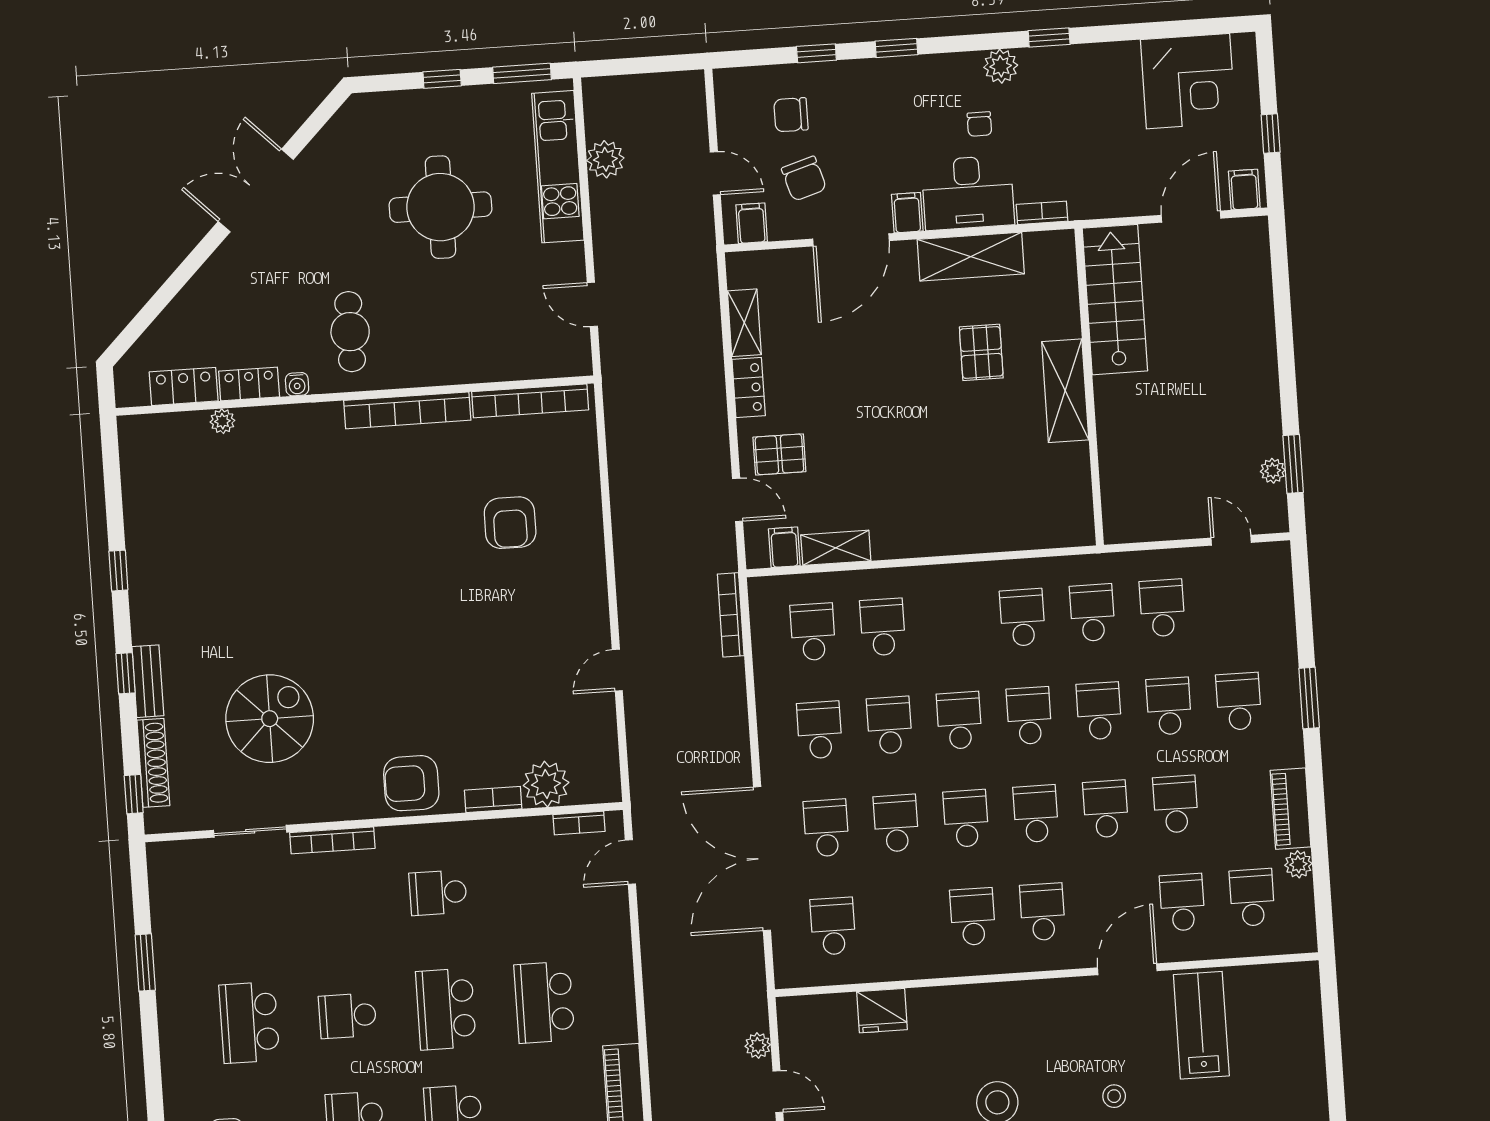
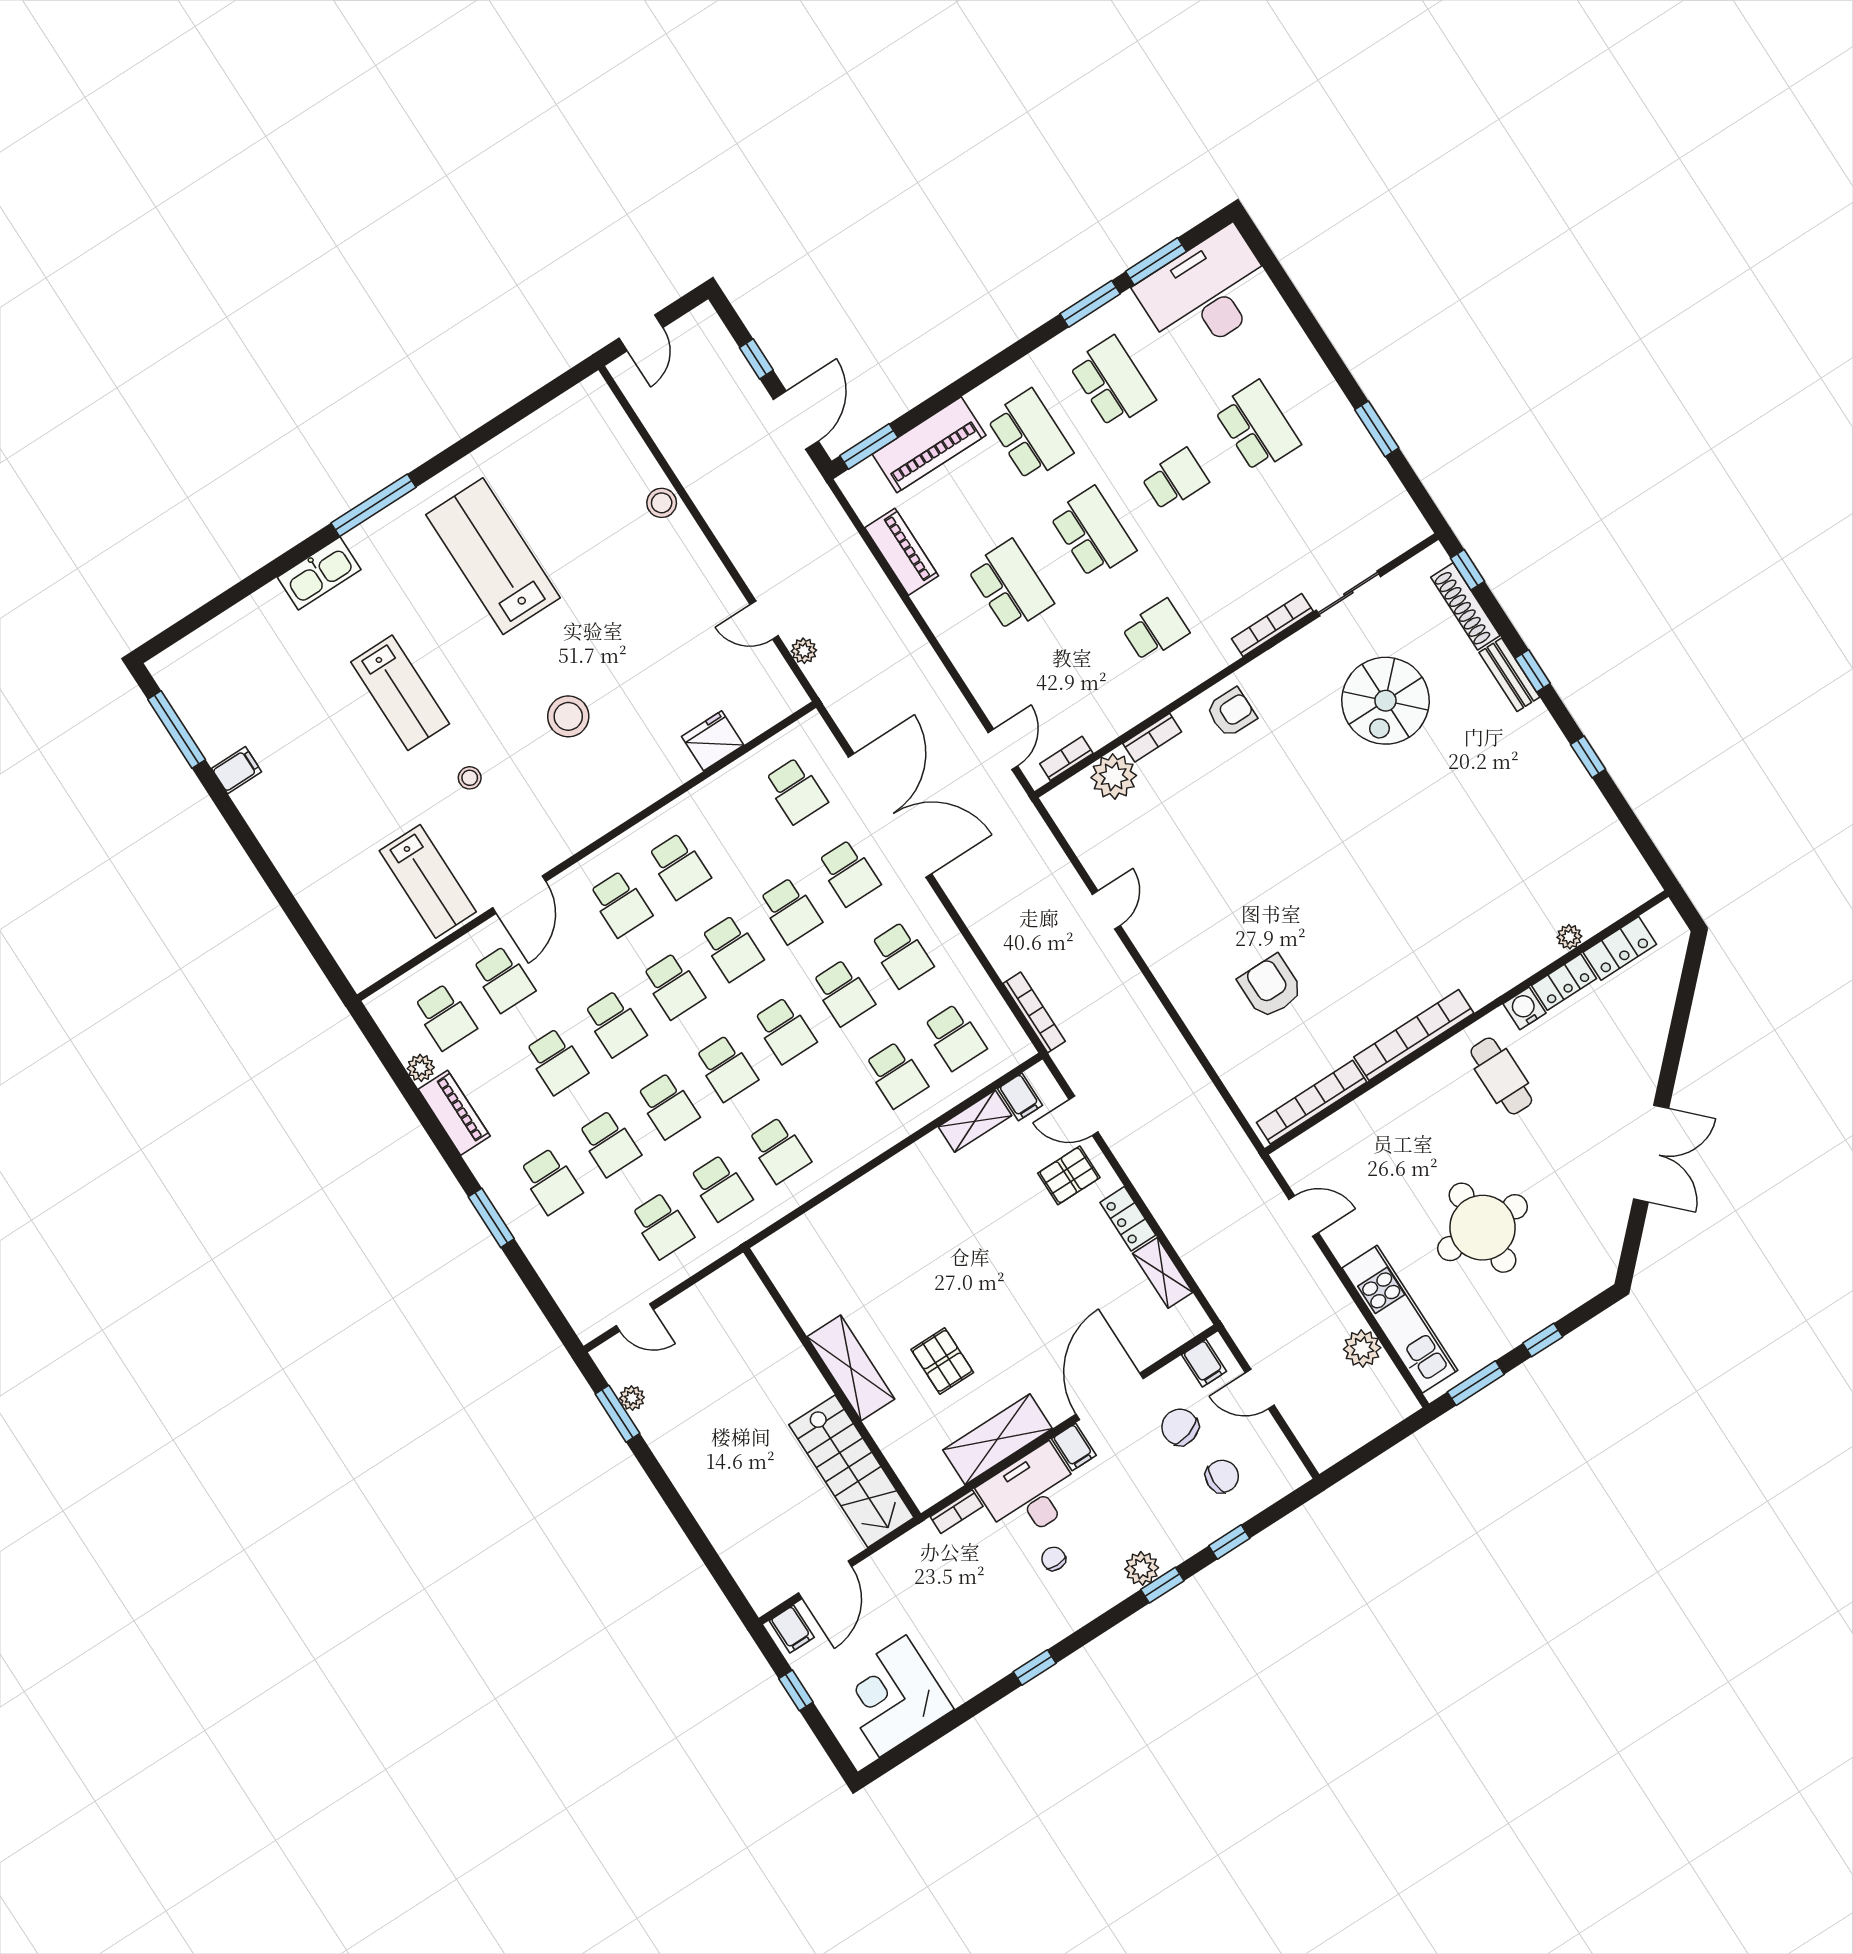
plant: (1001, 66) -> (1142, 1568), moved
water cooler: (297, 384) -> (1525, 1008), width x1.38, depth x1.38
armchair: (411, 783) -> (1231, 713), width x0.72, depth x0.72

